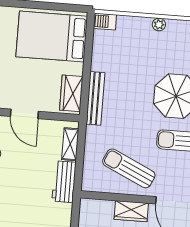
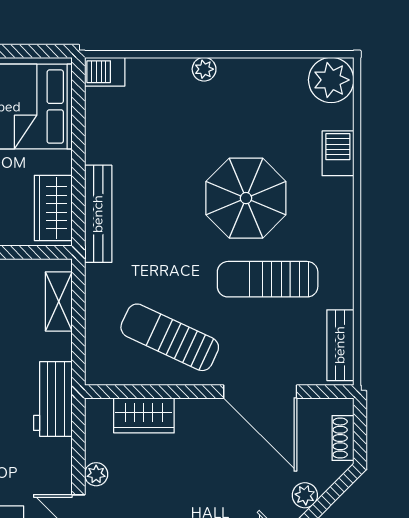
workbench: (64, 182) -> (53, 399), moved
wardrobe: (131, 211) -> (144, 415), moved

